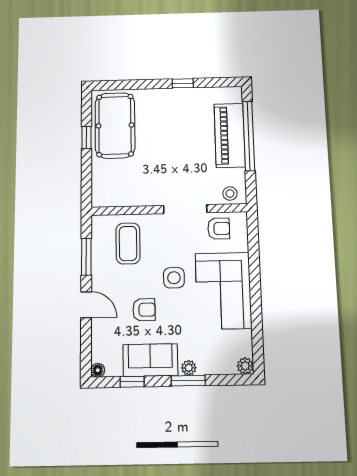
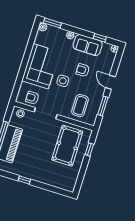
pool table: (115, 125) -> (67, 146), moved
window: (87, 137) -> (89, 149), moved
window: (188, 381) -> (52, 23), moved

